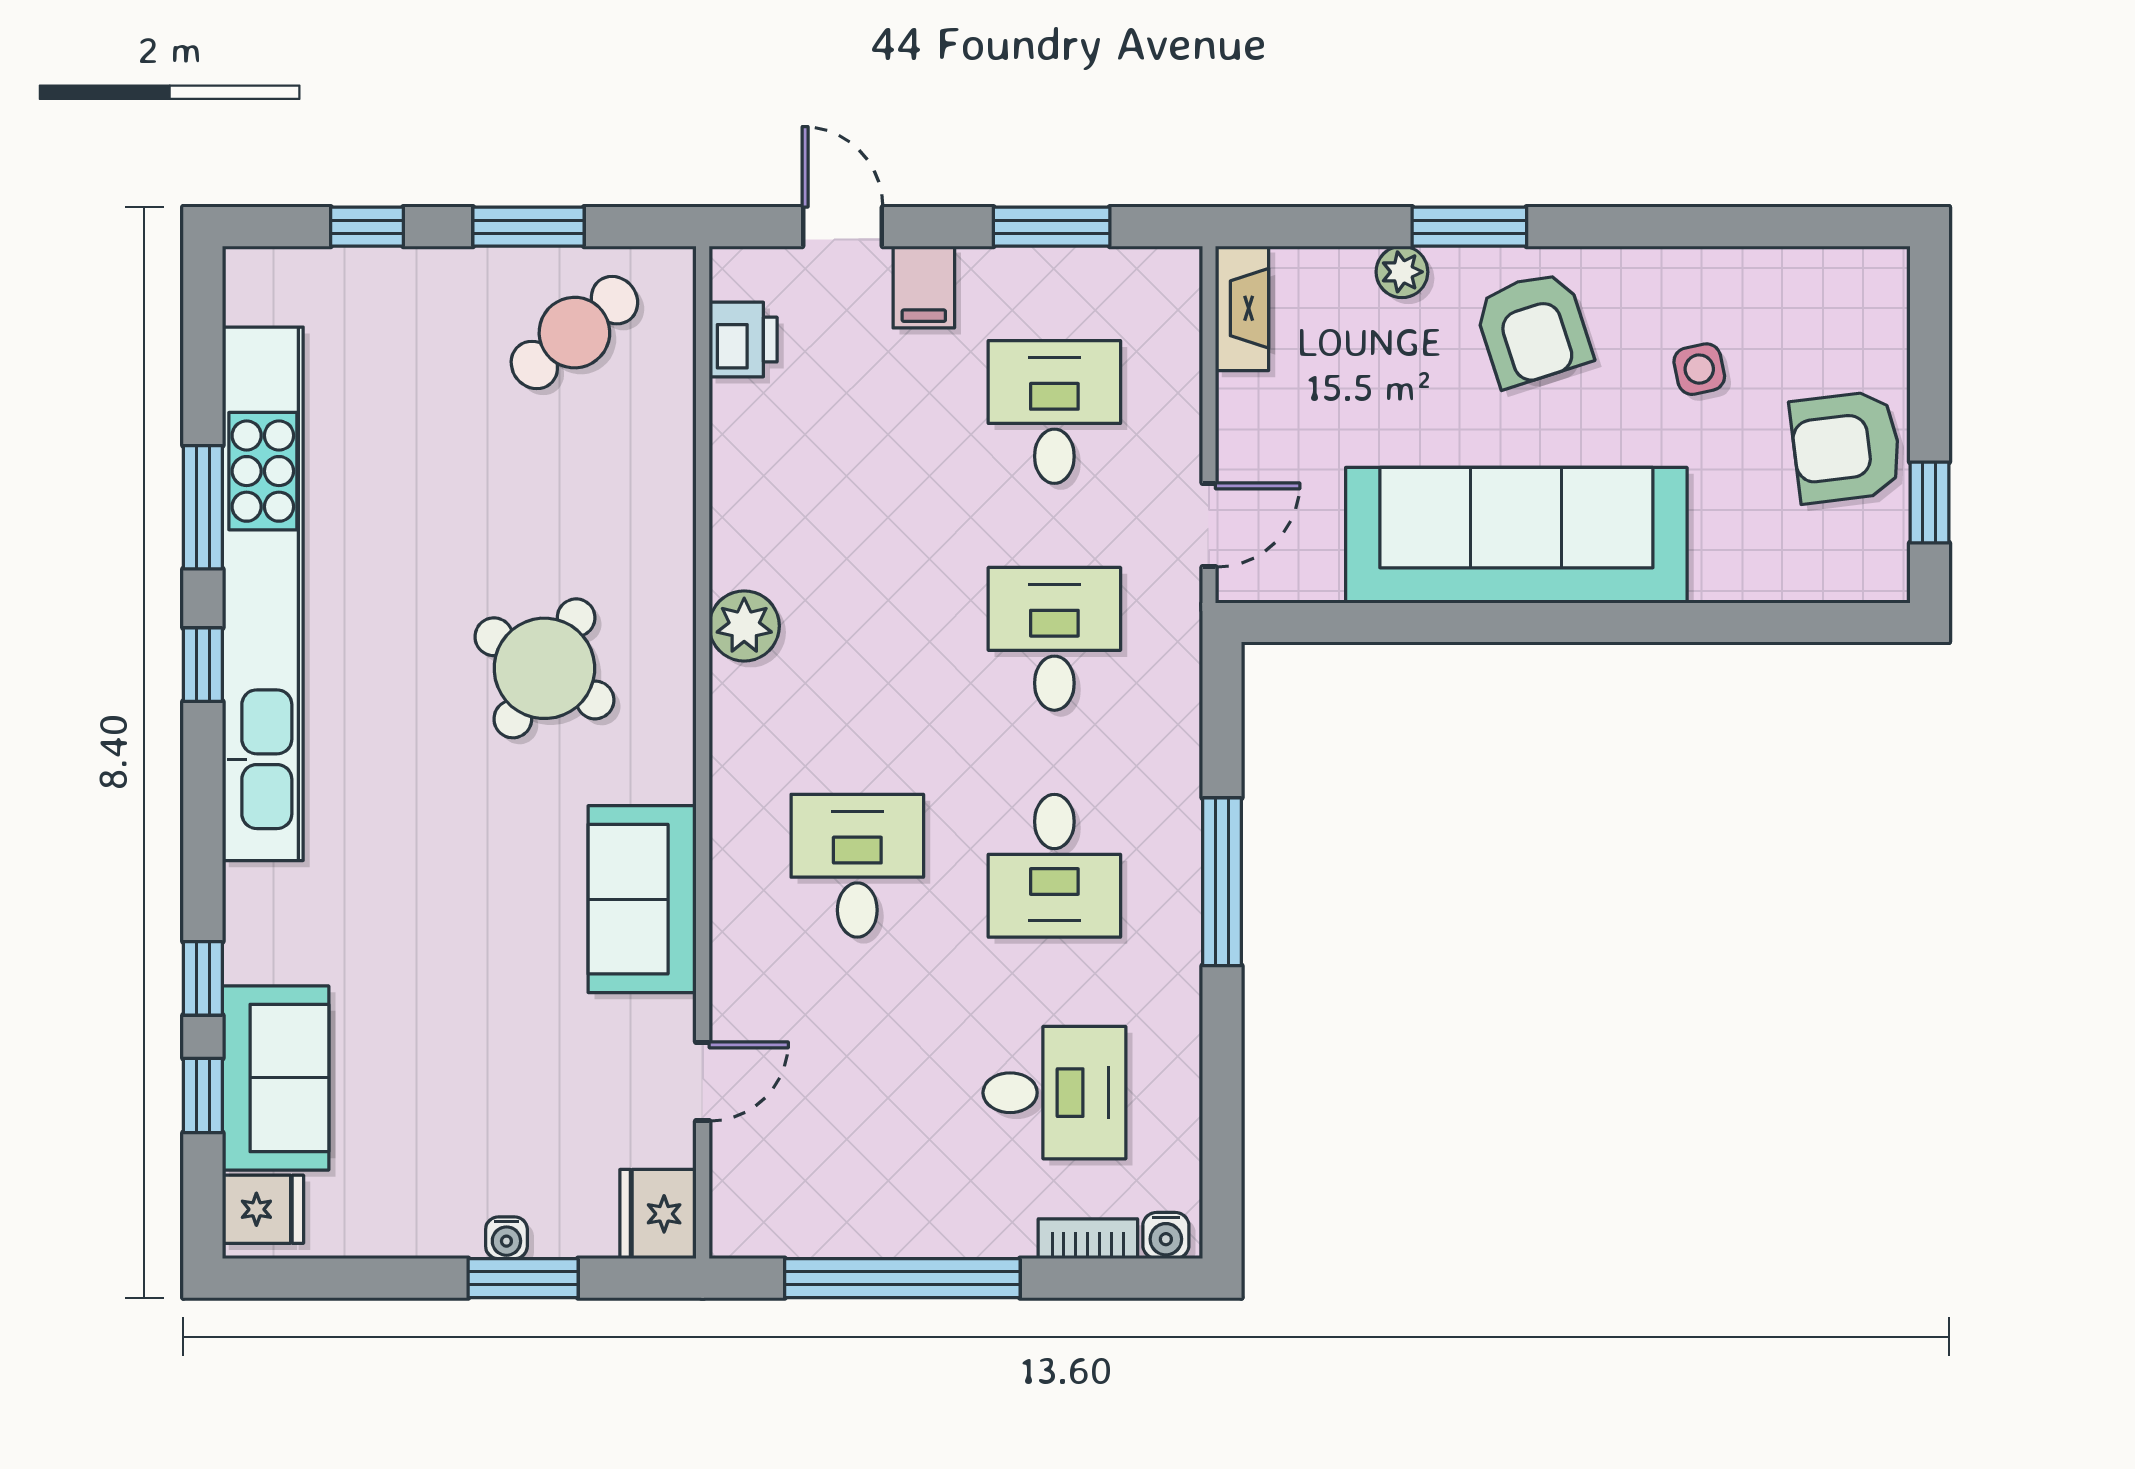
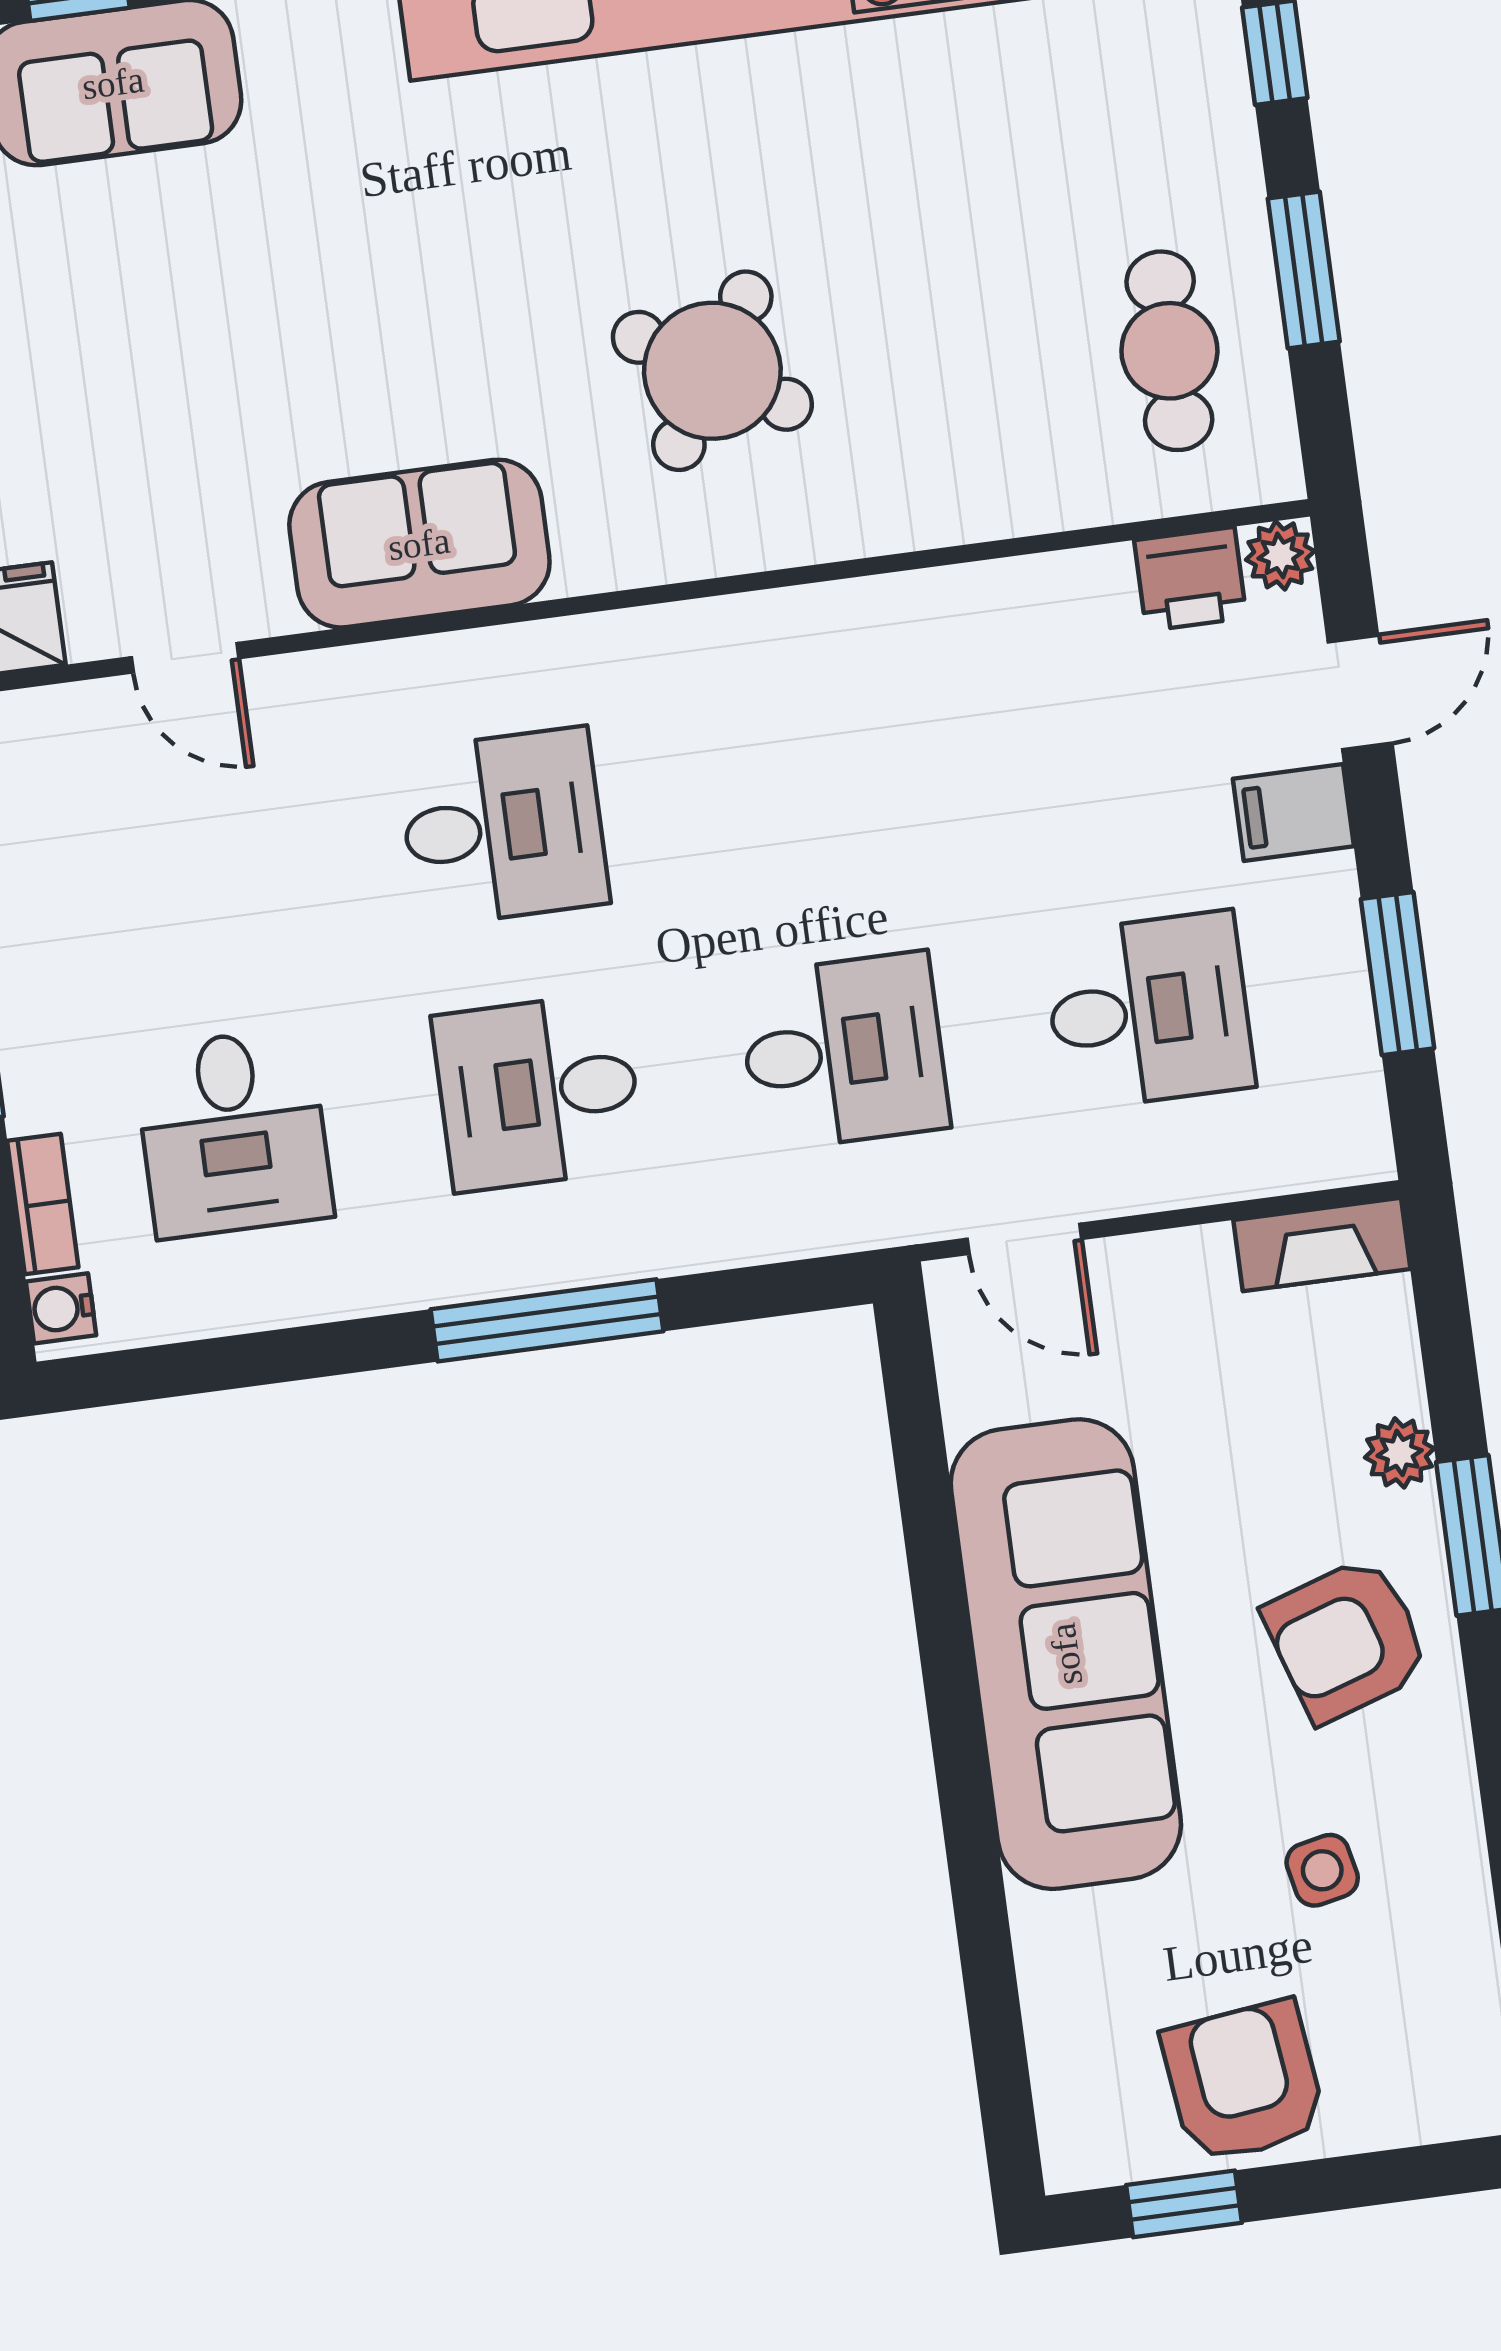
cafe table: (574, 333) -> (1169, 351), turned 39
plant: (744, 626) -> (1280, 555), moved, width x0.73, depth x0.73

